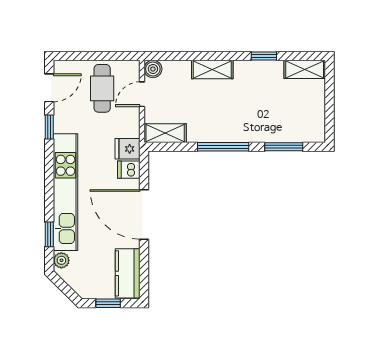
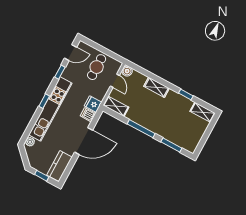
door: (142, 94) -> (115, 81), swing flipped
door: (144, 214) -> (84, 141), swing flipped
window: (49, 234) -> (44, 101), moved

